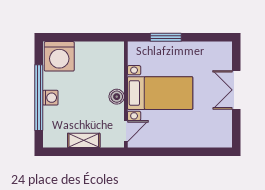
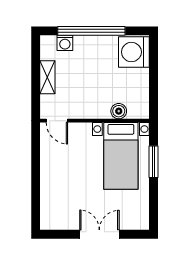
bed with nightstands: (160, 93) -> (121, 156), moved
boiler: (117, 97) -> (119, 111), moved
washing machine: (50, 98) -> (65, 43), moved

